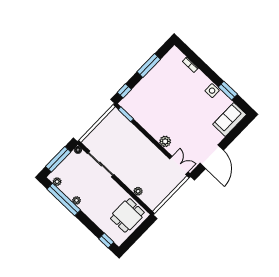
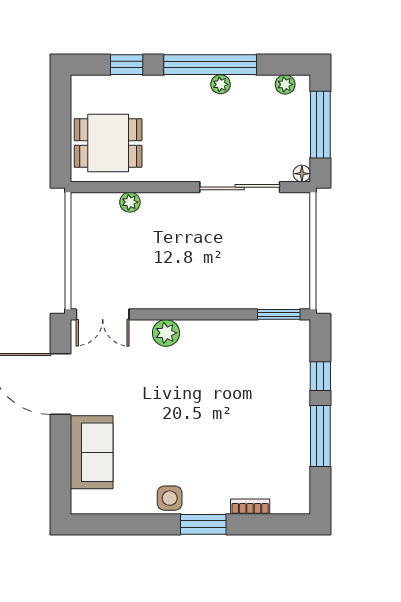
window: (124, 91) -> (320, 376), moved
window: (228, 91) -> (203, 524), moved
sofa: (230, 119) -> (92, 452), moved
window: (64, 200) -> (210, 65), moved
dining table: (127, 215) -> (108, 143), turned 90
window: (106, 241) -> (127, 65), moved

